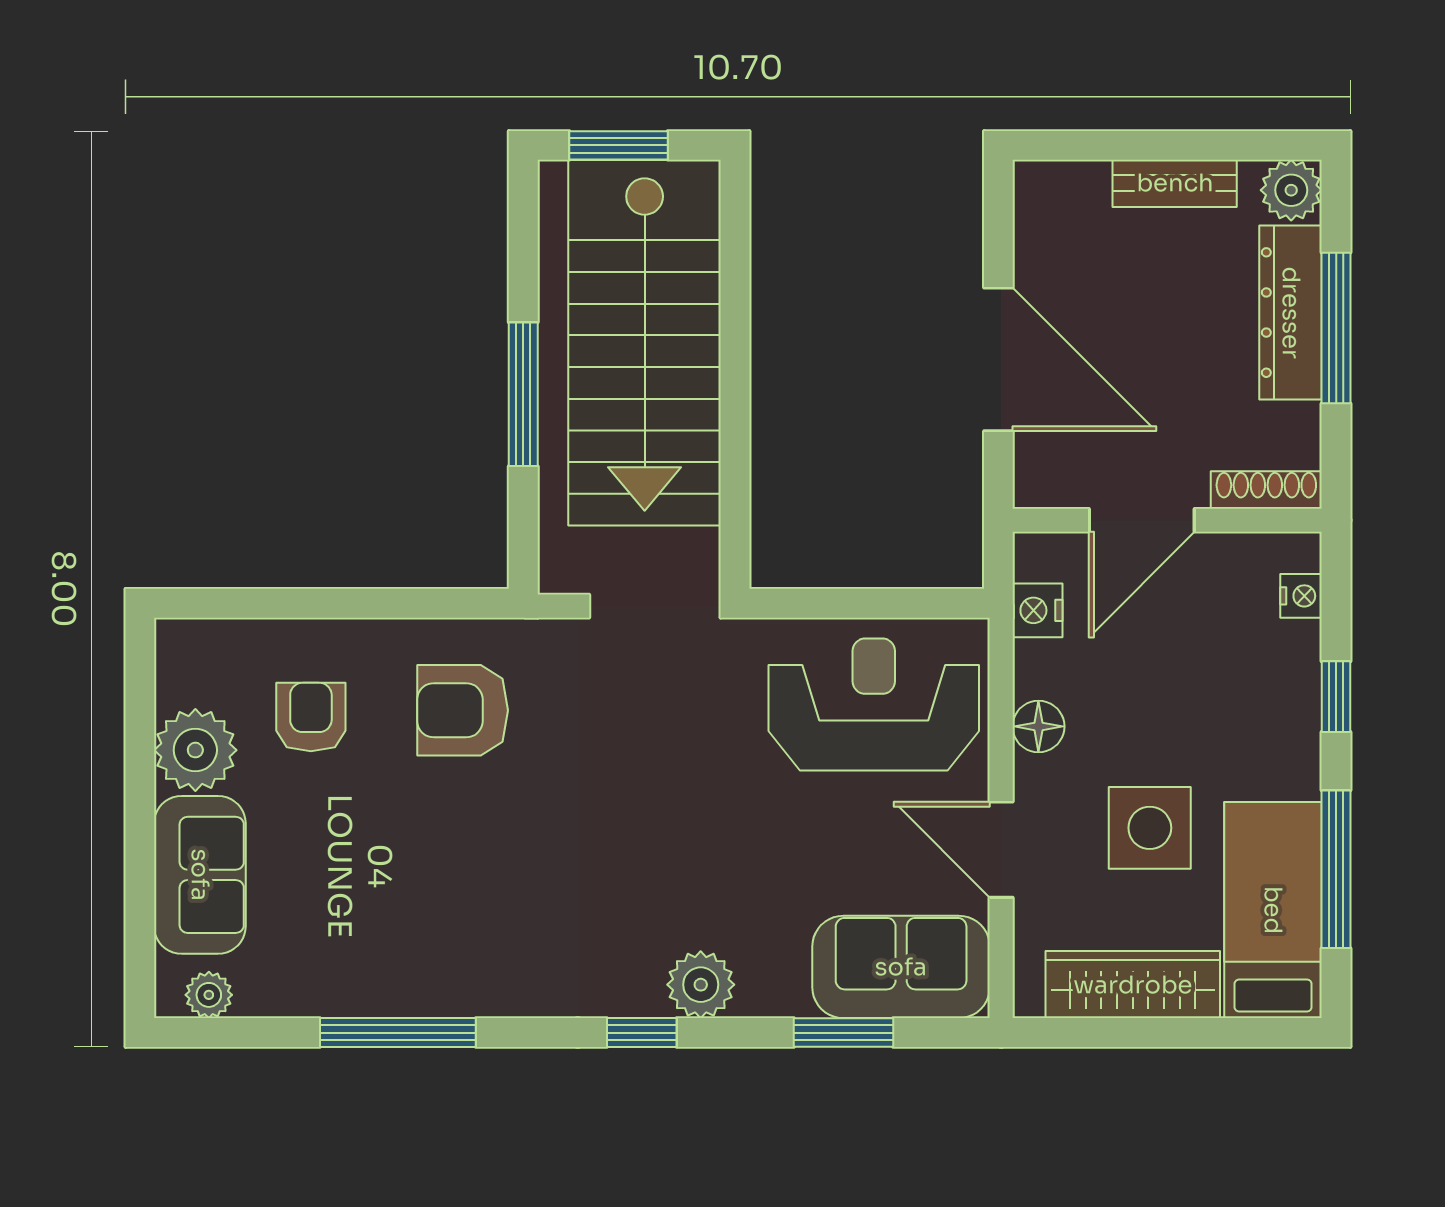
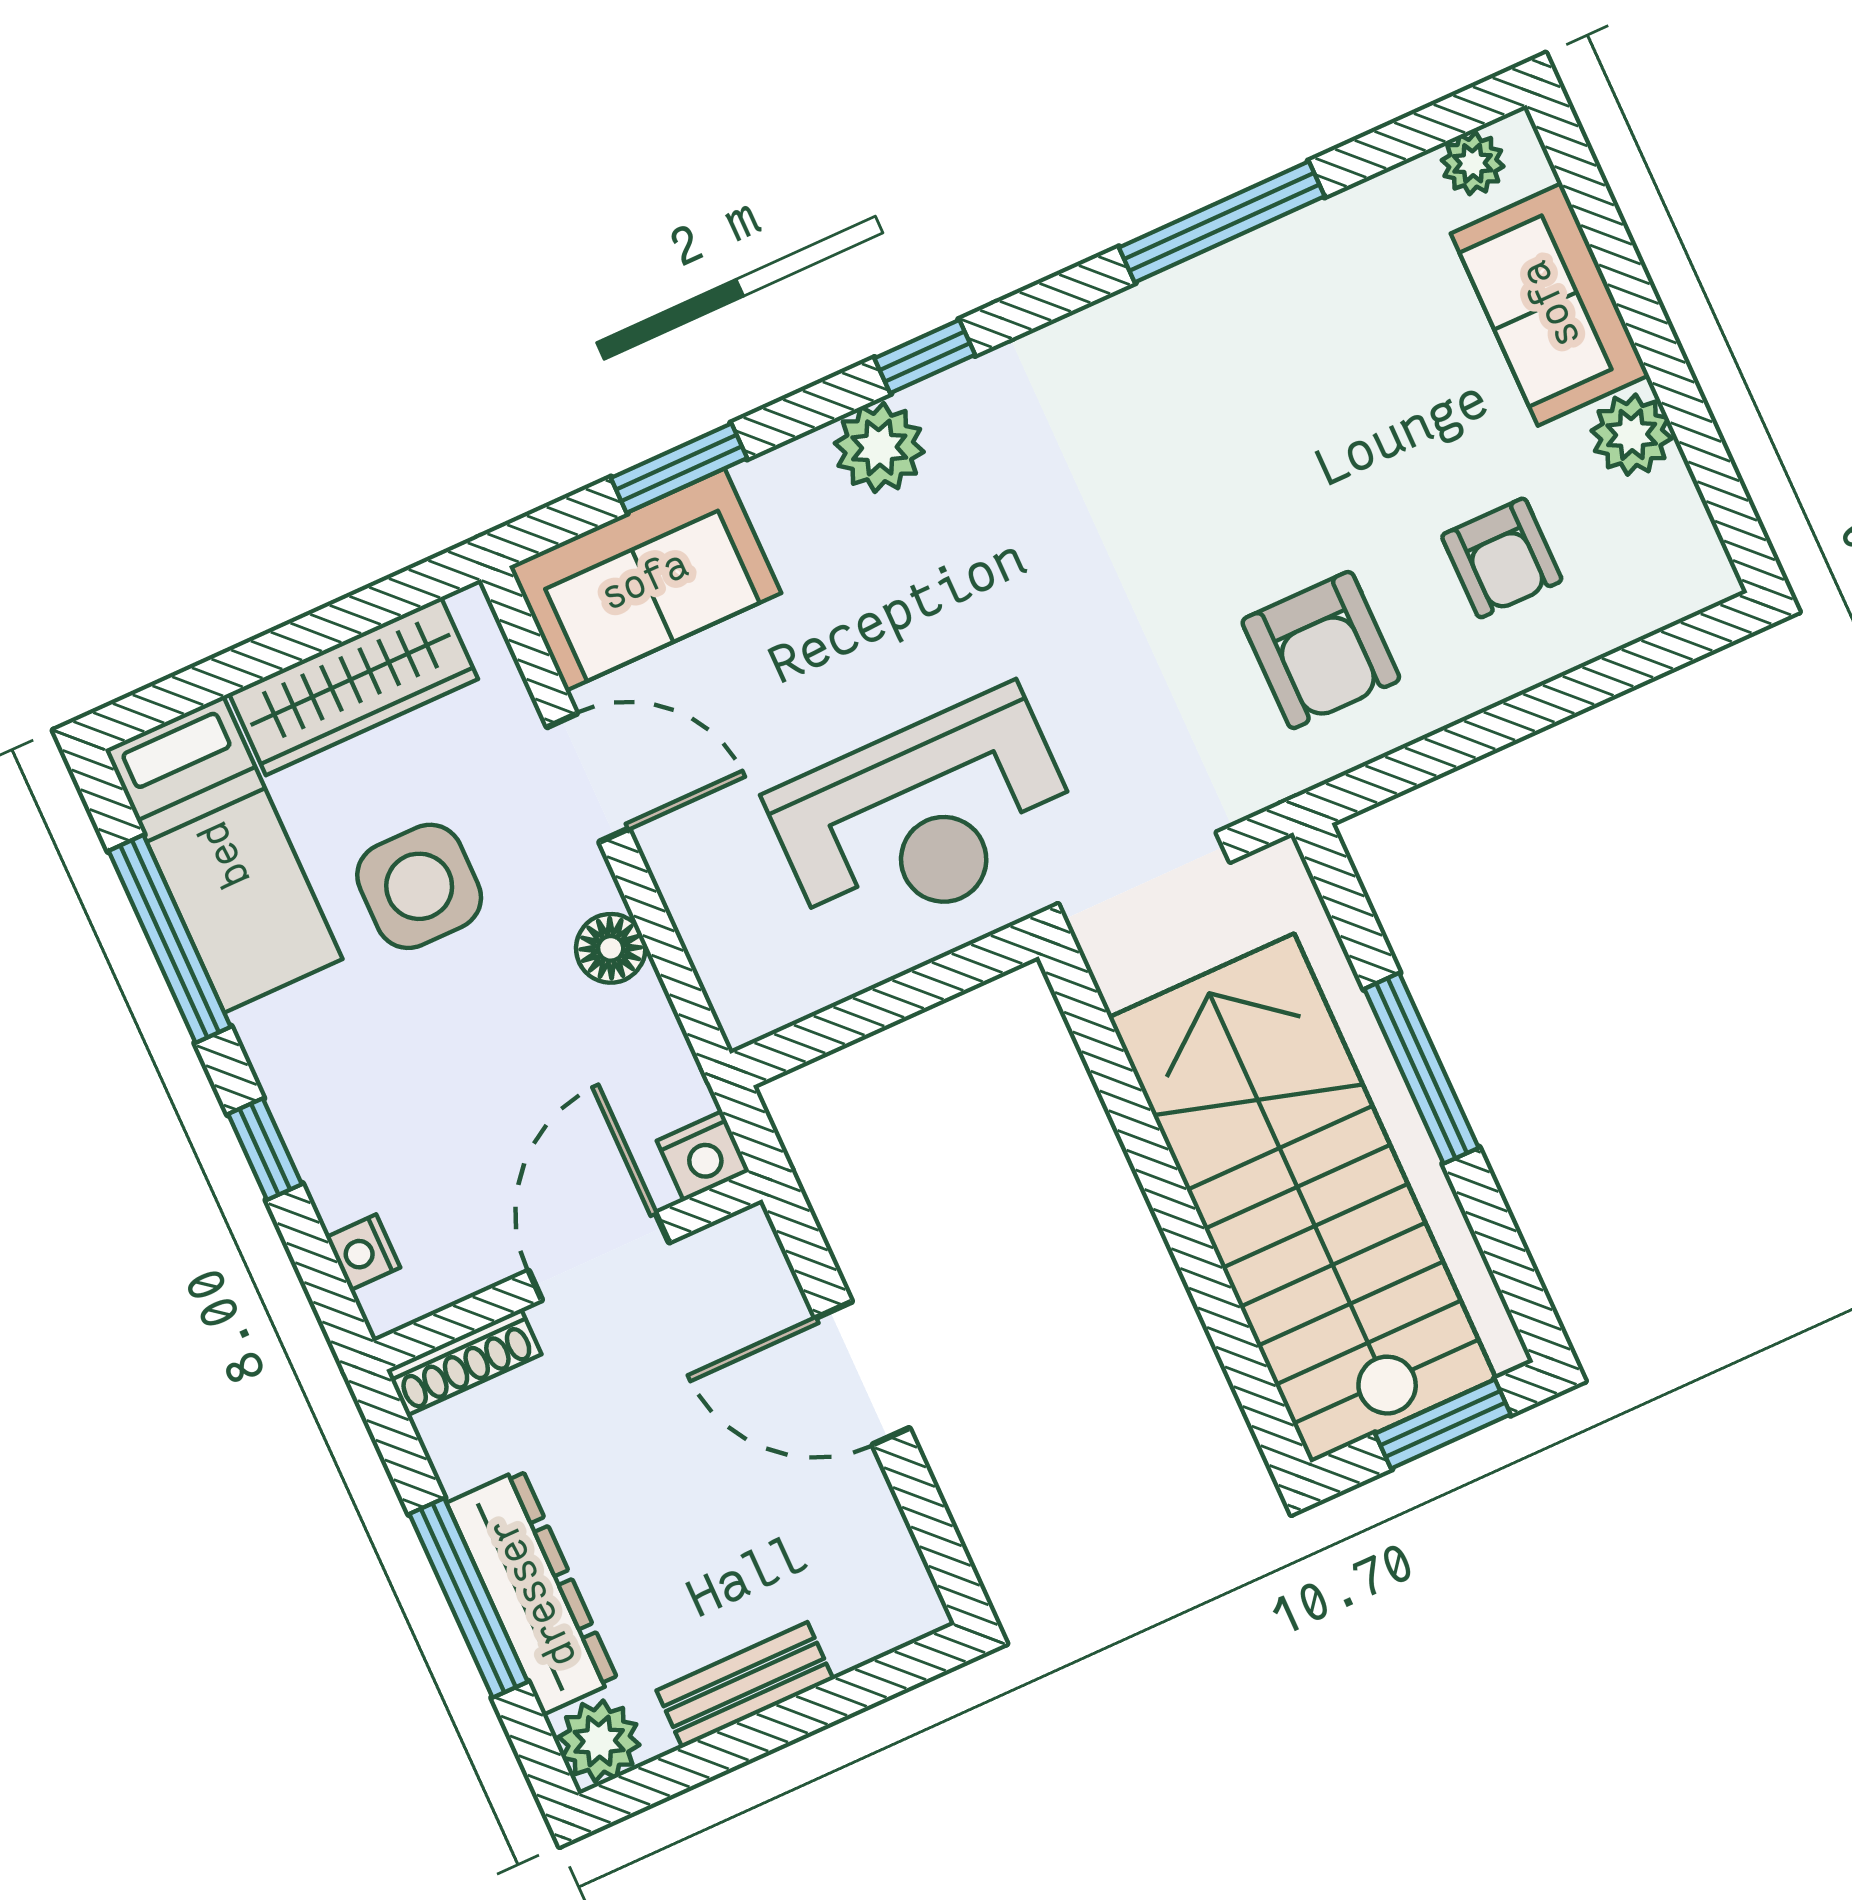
door: (998, 359) -> (862, 1373), width x0.73
nightstand: (1037, 610) -> (703, 1156), moved, turned 90
reception desk: (874, 705) -> (925, 817), moved
armchair: (463, 710) -> (1321, 650), turned 90
plant: (195, 750) -> (1632, 435), width x0.73, depth x0.73

